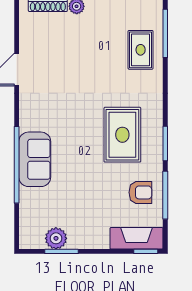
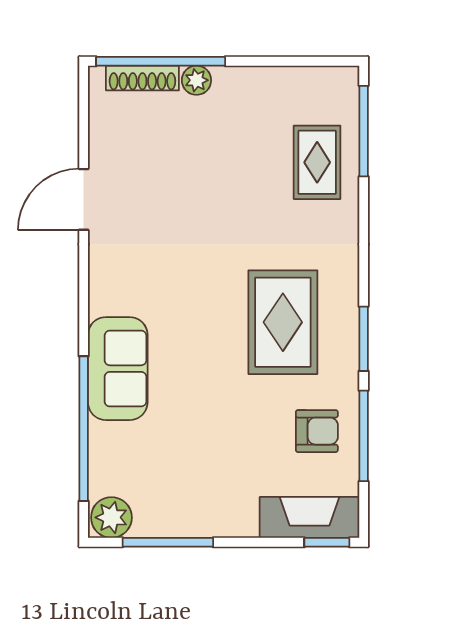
window: (17, 165) -> (84, 429), moved
plant: (56, 238) -> (111, 517), moved
window: (61, 251) -> (168, 542), width x1.44

